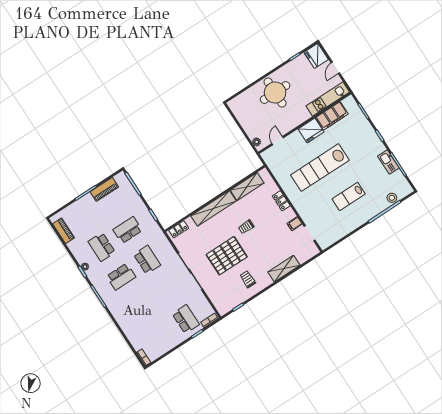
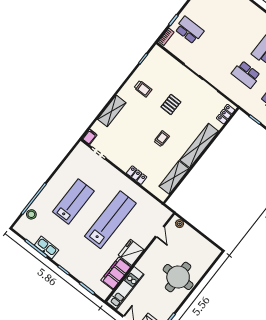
lab bench: (349, 196) -> (73, 201), width x1.36, depth x1.39
filing cabinet: (295, 224) -> (90, 137), moved
pallet: (227, 256) -> (171, 104), width x0.49, depth x0.50
school desk: (186, 319) -> (189, 30), turned 180

